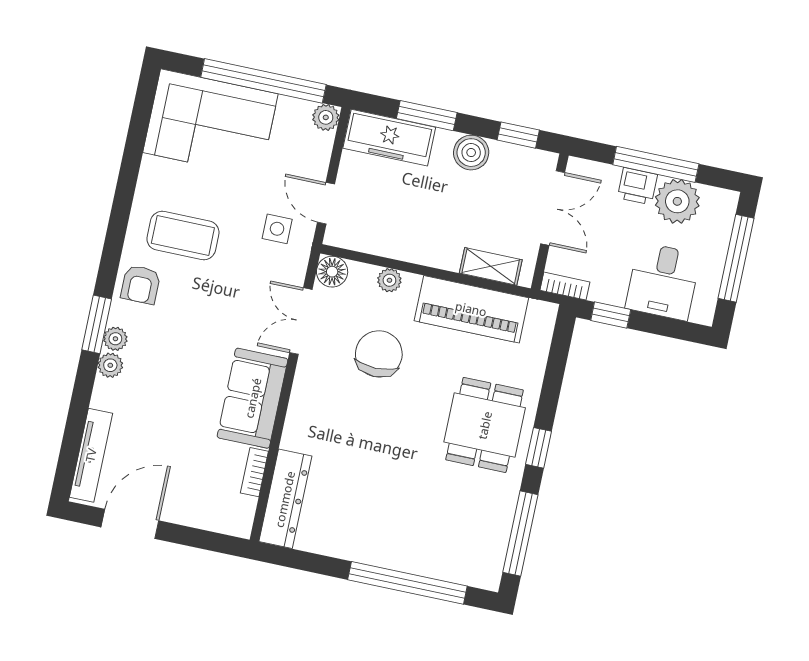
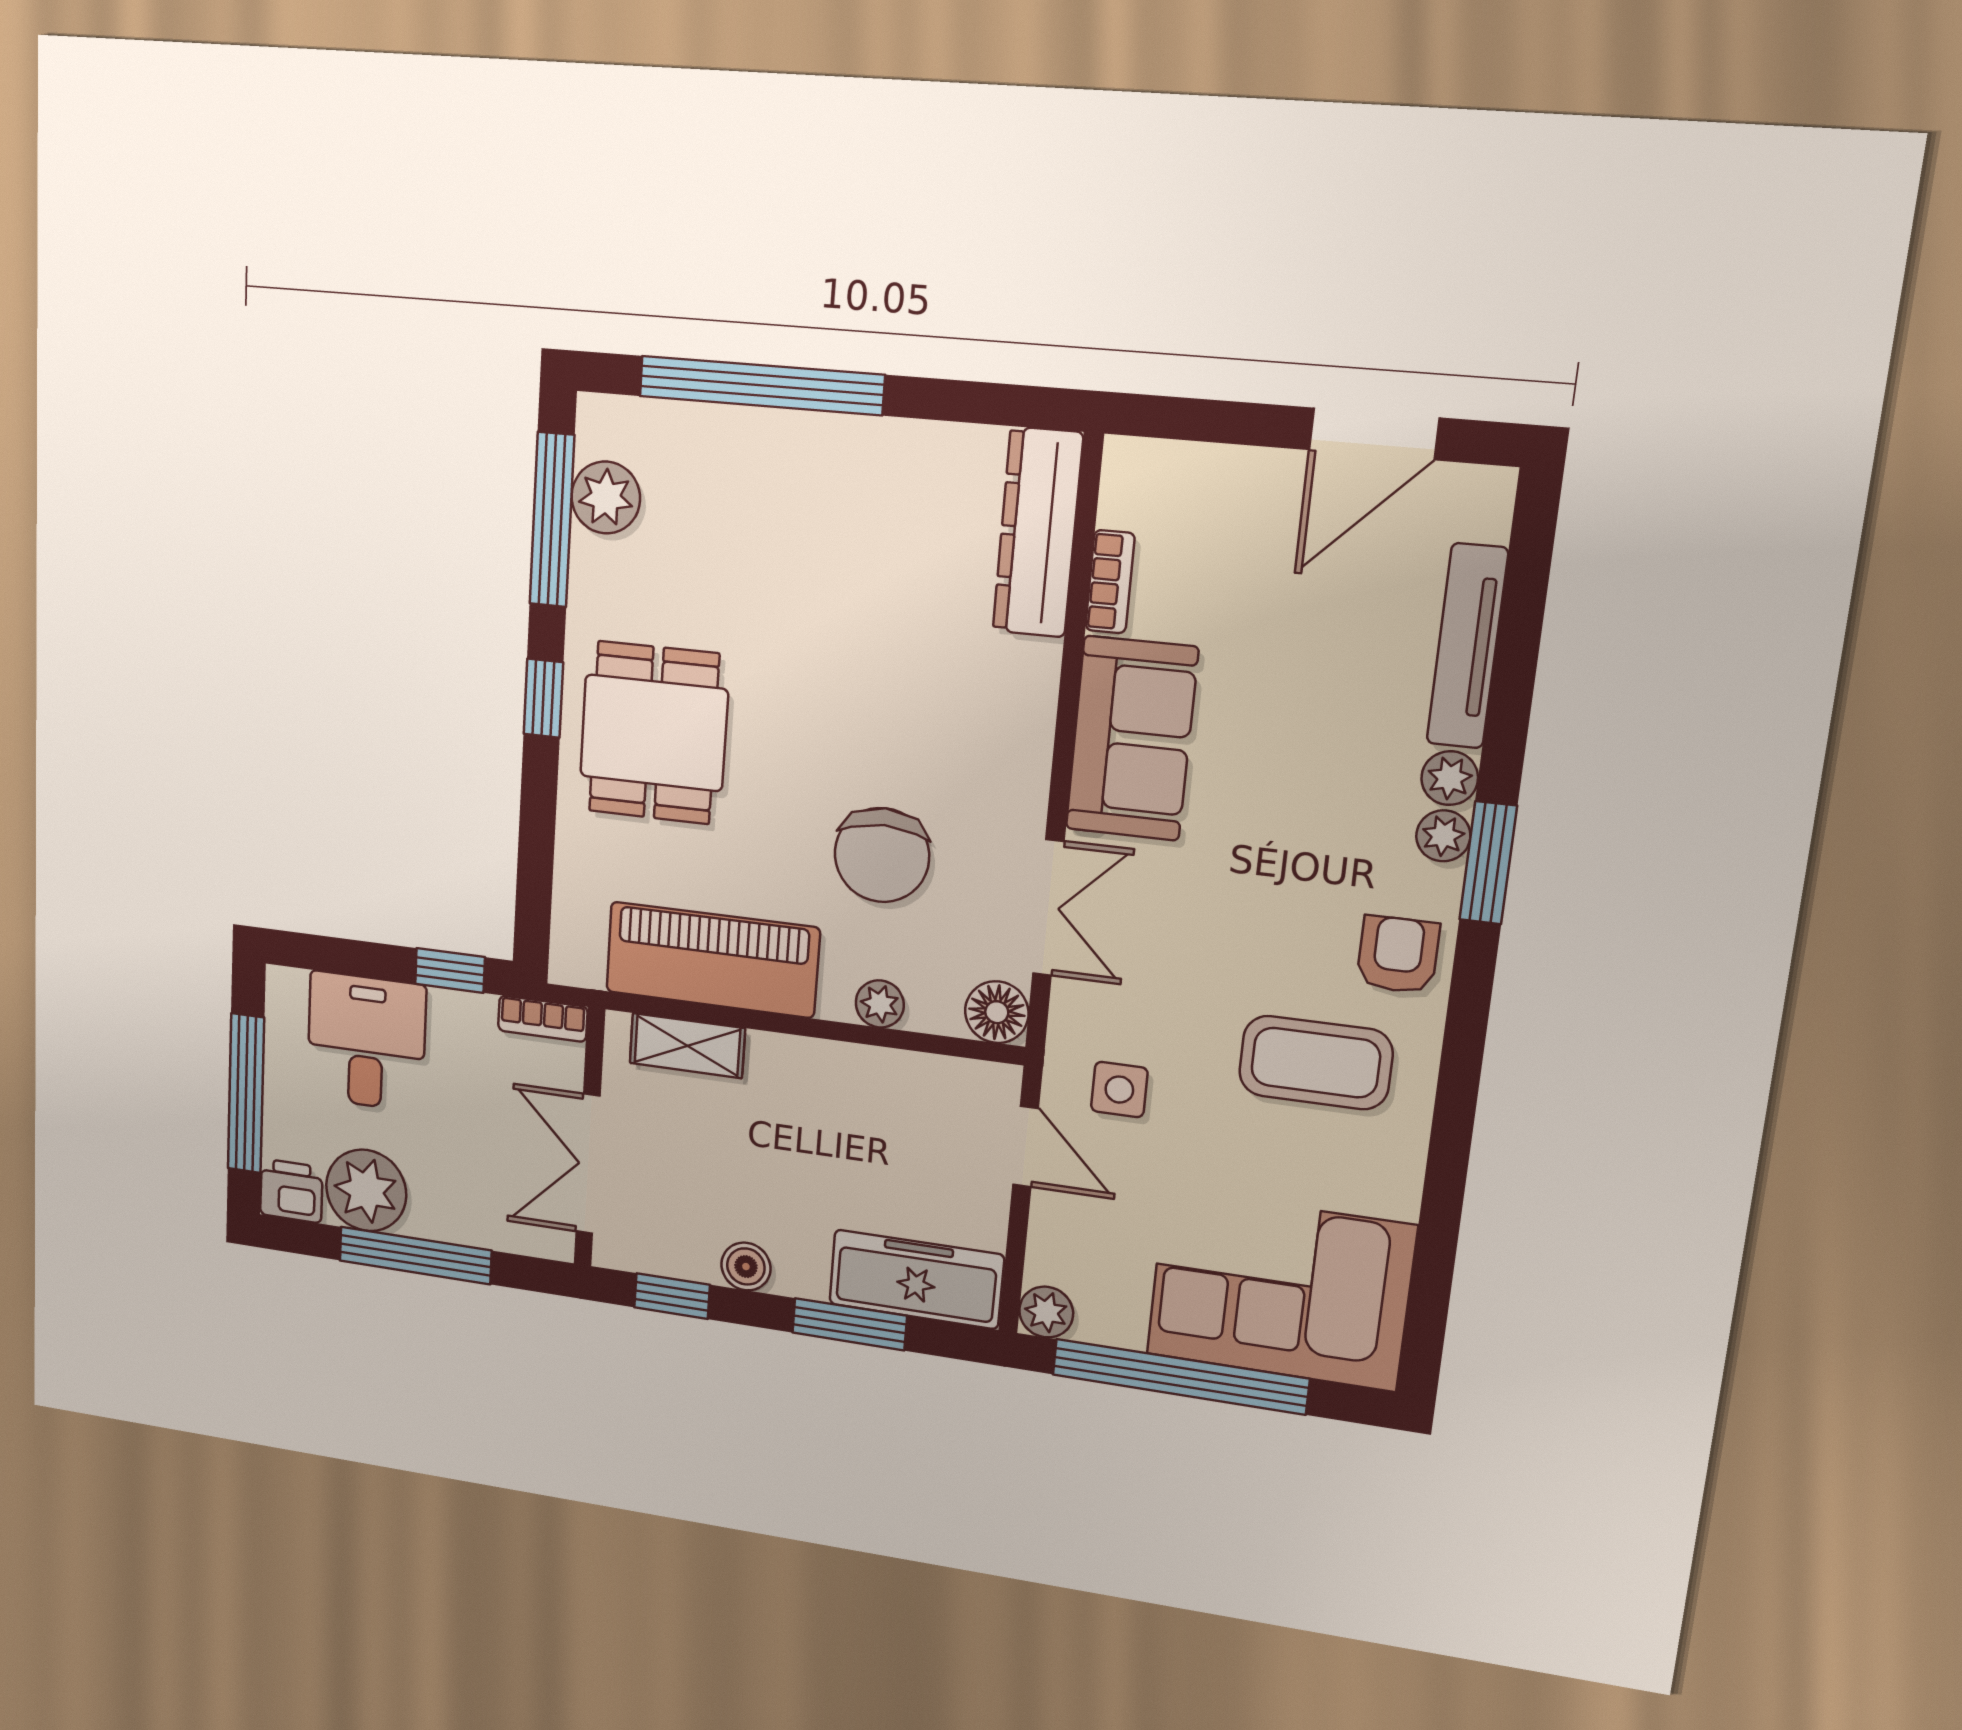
boiler: (471, 153) -> (746, 1267), width x0.73, depth x0.73
printer: (637, 186) -> (291, 1191), moved
tv unit: (91, 455) -> (1467, 646), moved
plant: (492, 541) -> (606, 498), added

